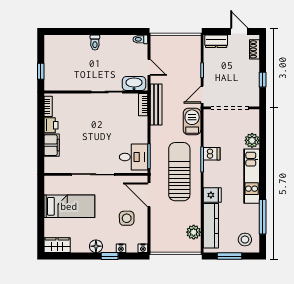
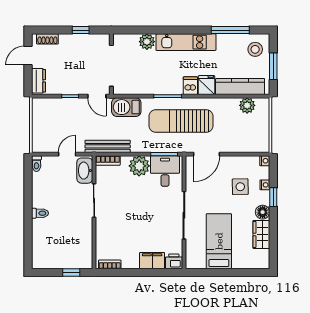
printer: (51, 125) -> (174, 261), moved
plant: (138, 133) -> (139, 166), added
dishwasher: (212, 154) -> (190, 86), moved
side table: (127, 218) -> (240, 187), moved
wardrobe: (57, 245) -> (261, 234), moved

